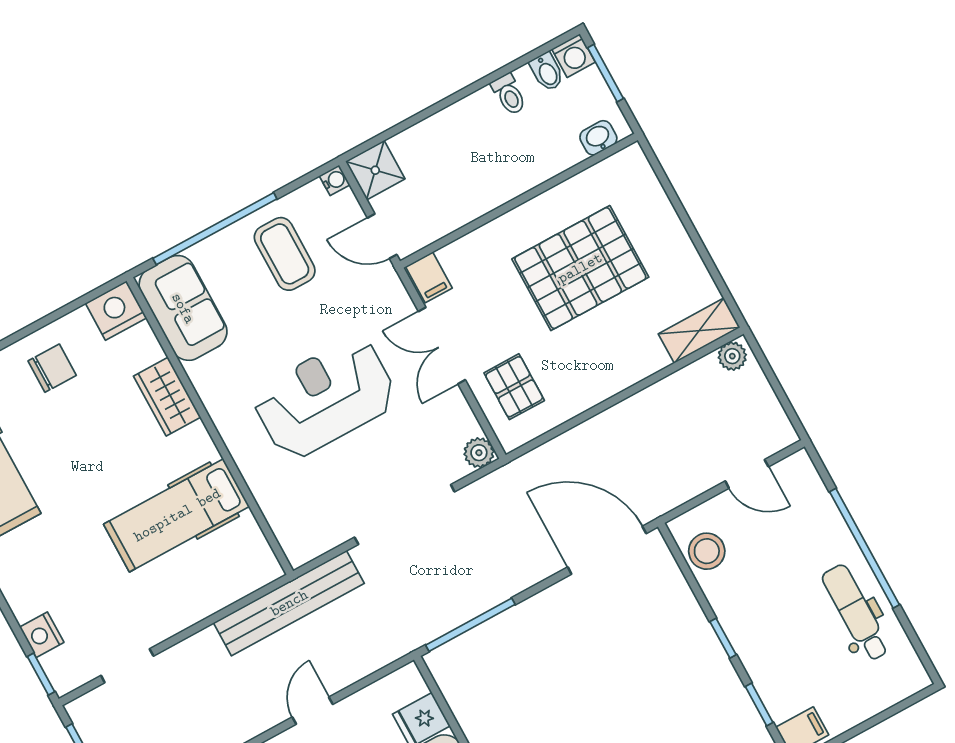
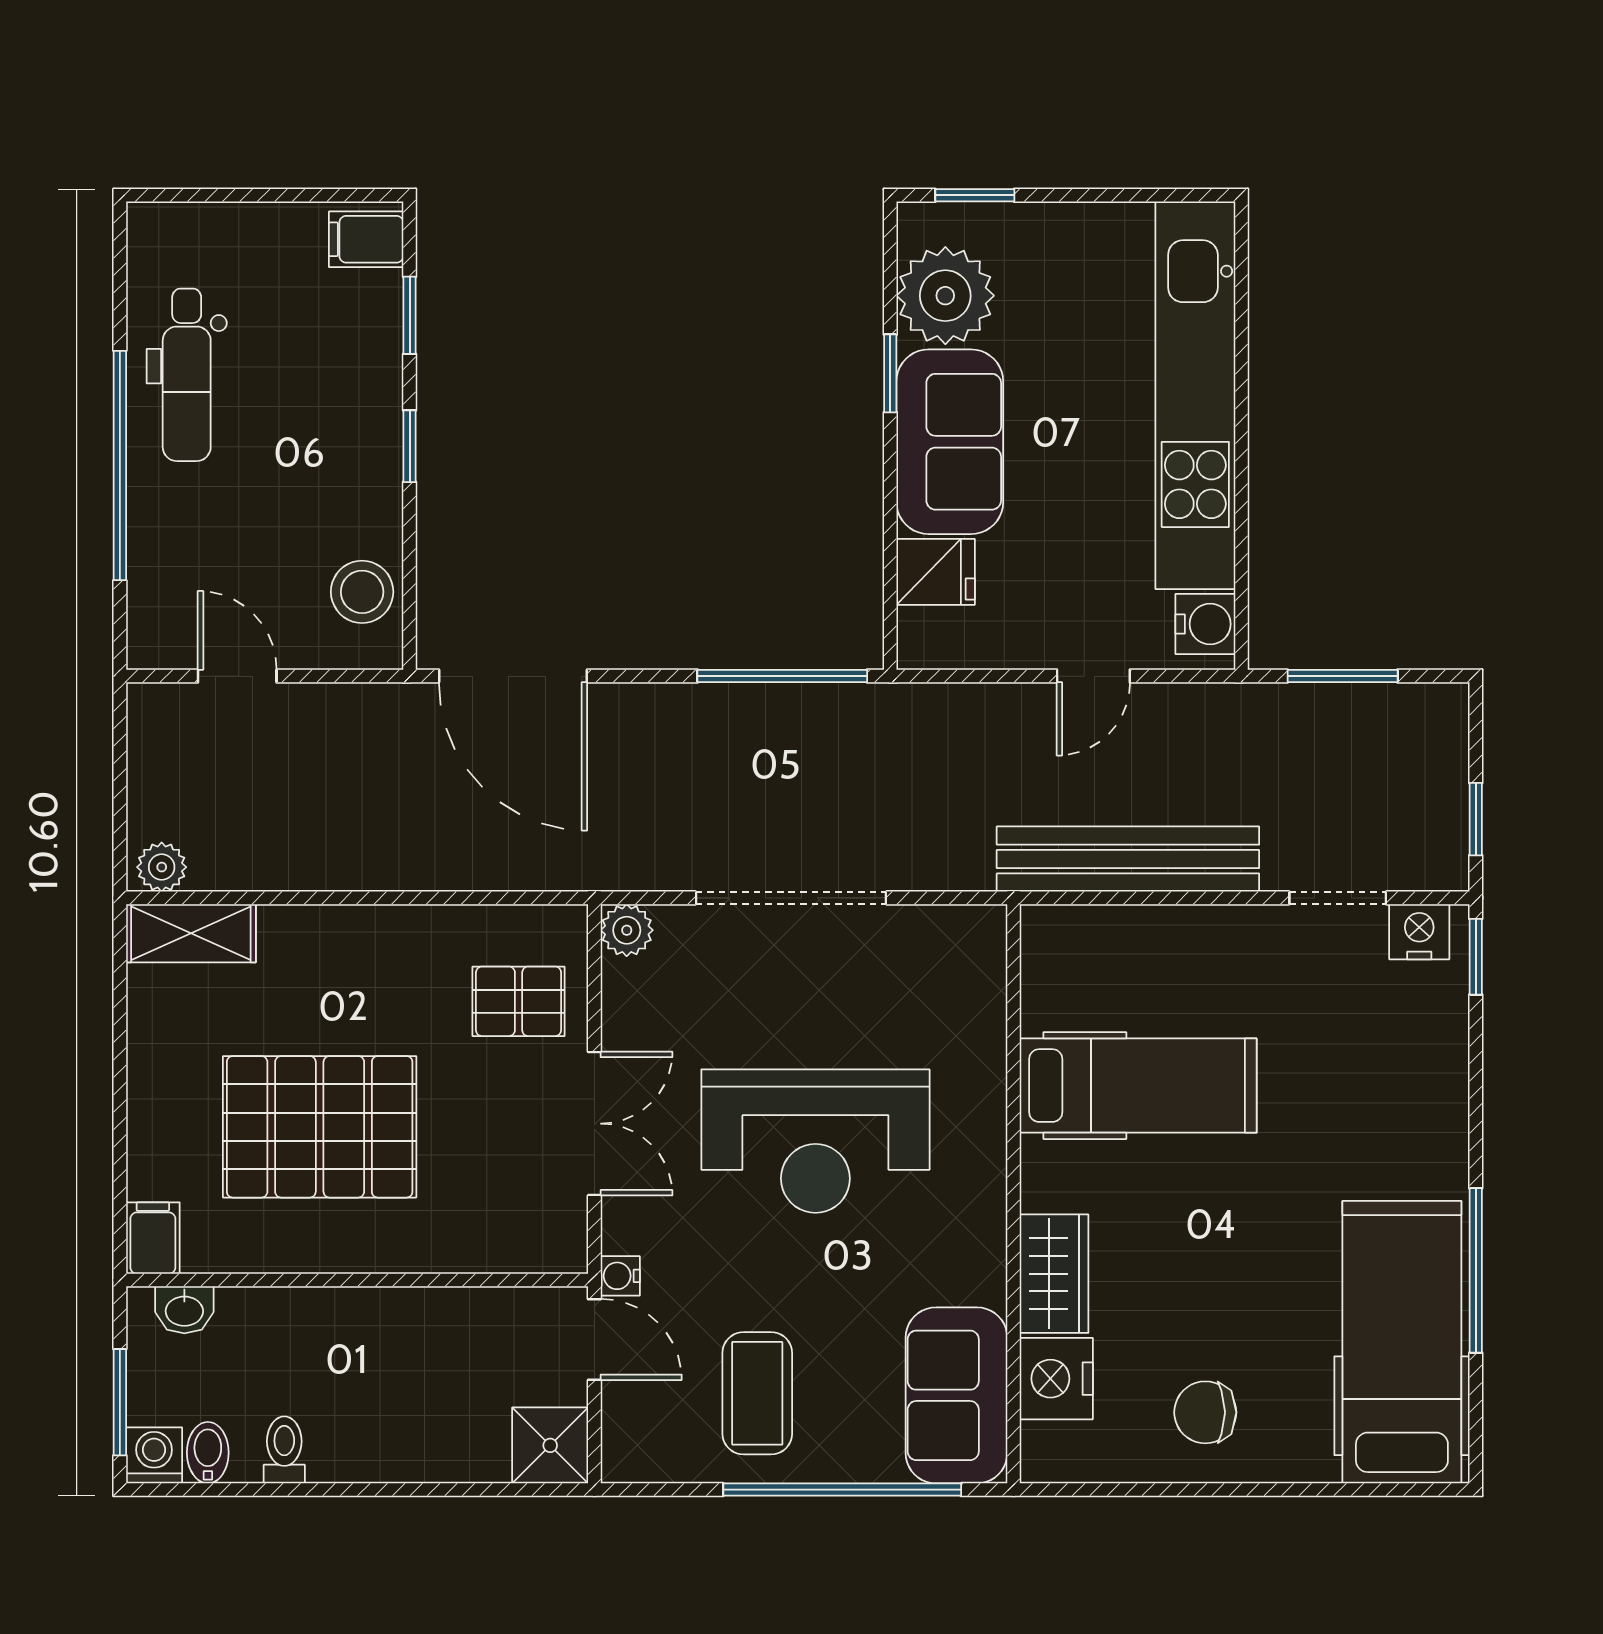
water cooler: (335, 180) -> (620, 1276), moved
filing cabinet: (429, 277) -> (153, 1238), moved
nightstand: (116, 311) -> (1056, 1379), moved, turned 90
pallet: (514, 387) -> (519, 1001), turned 90
bench: (289, 603) -> (1128, 859), moved
nightstand: (42, 635) -> (1419, 932), moved, turned -90

